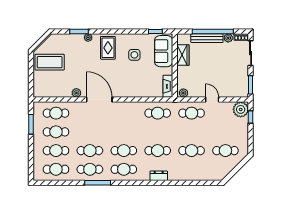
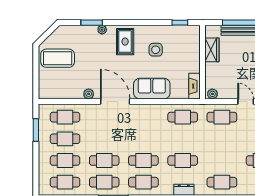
sofa: (164, 51) -> (152, 89), moved, turned 90
cafe table: (192, 151) -> (222, 182), moved

